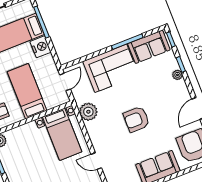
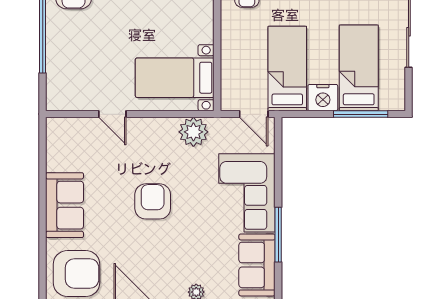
bed: (27, 91) -> (287, 69), moved, turned -90
door: (96, 161) -> (112, 114), swing flipped

